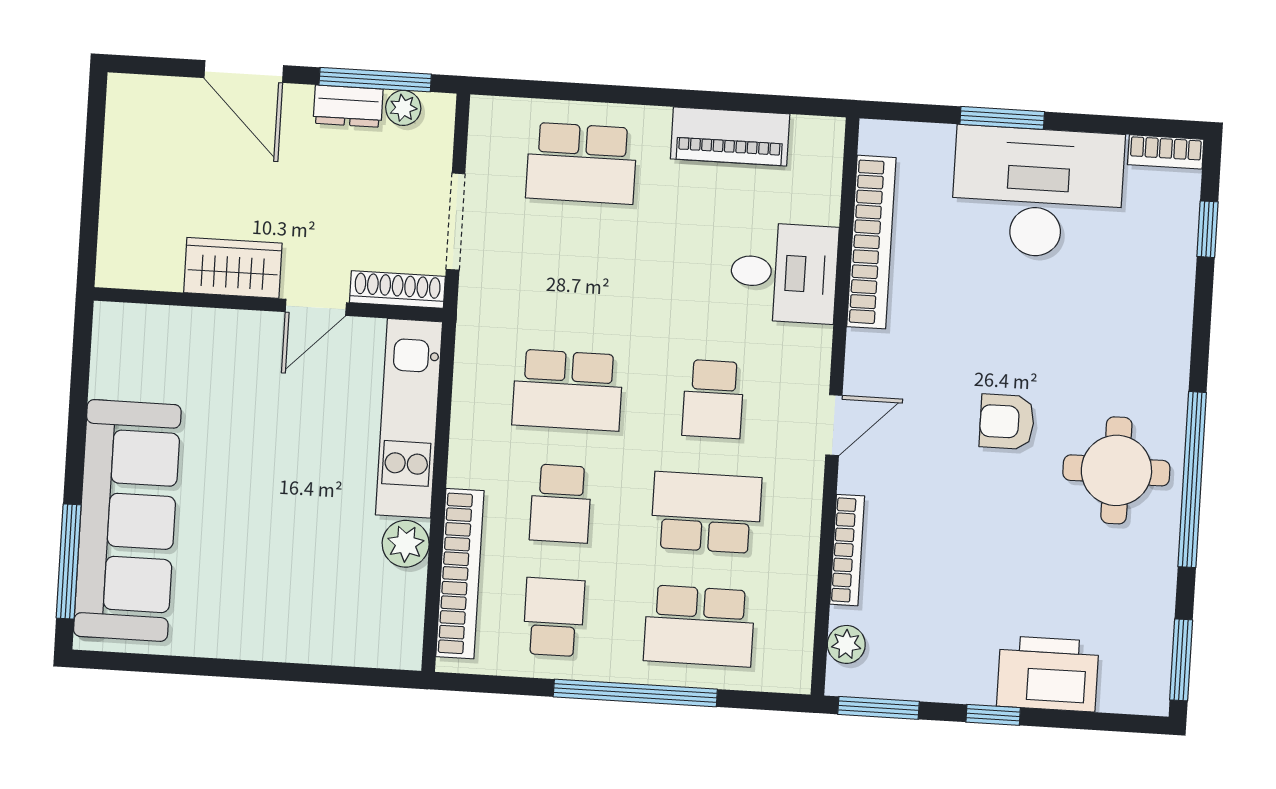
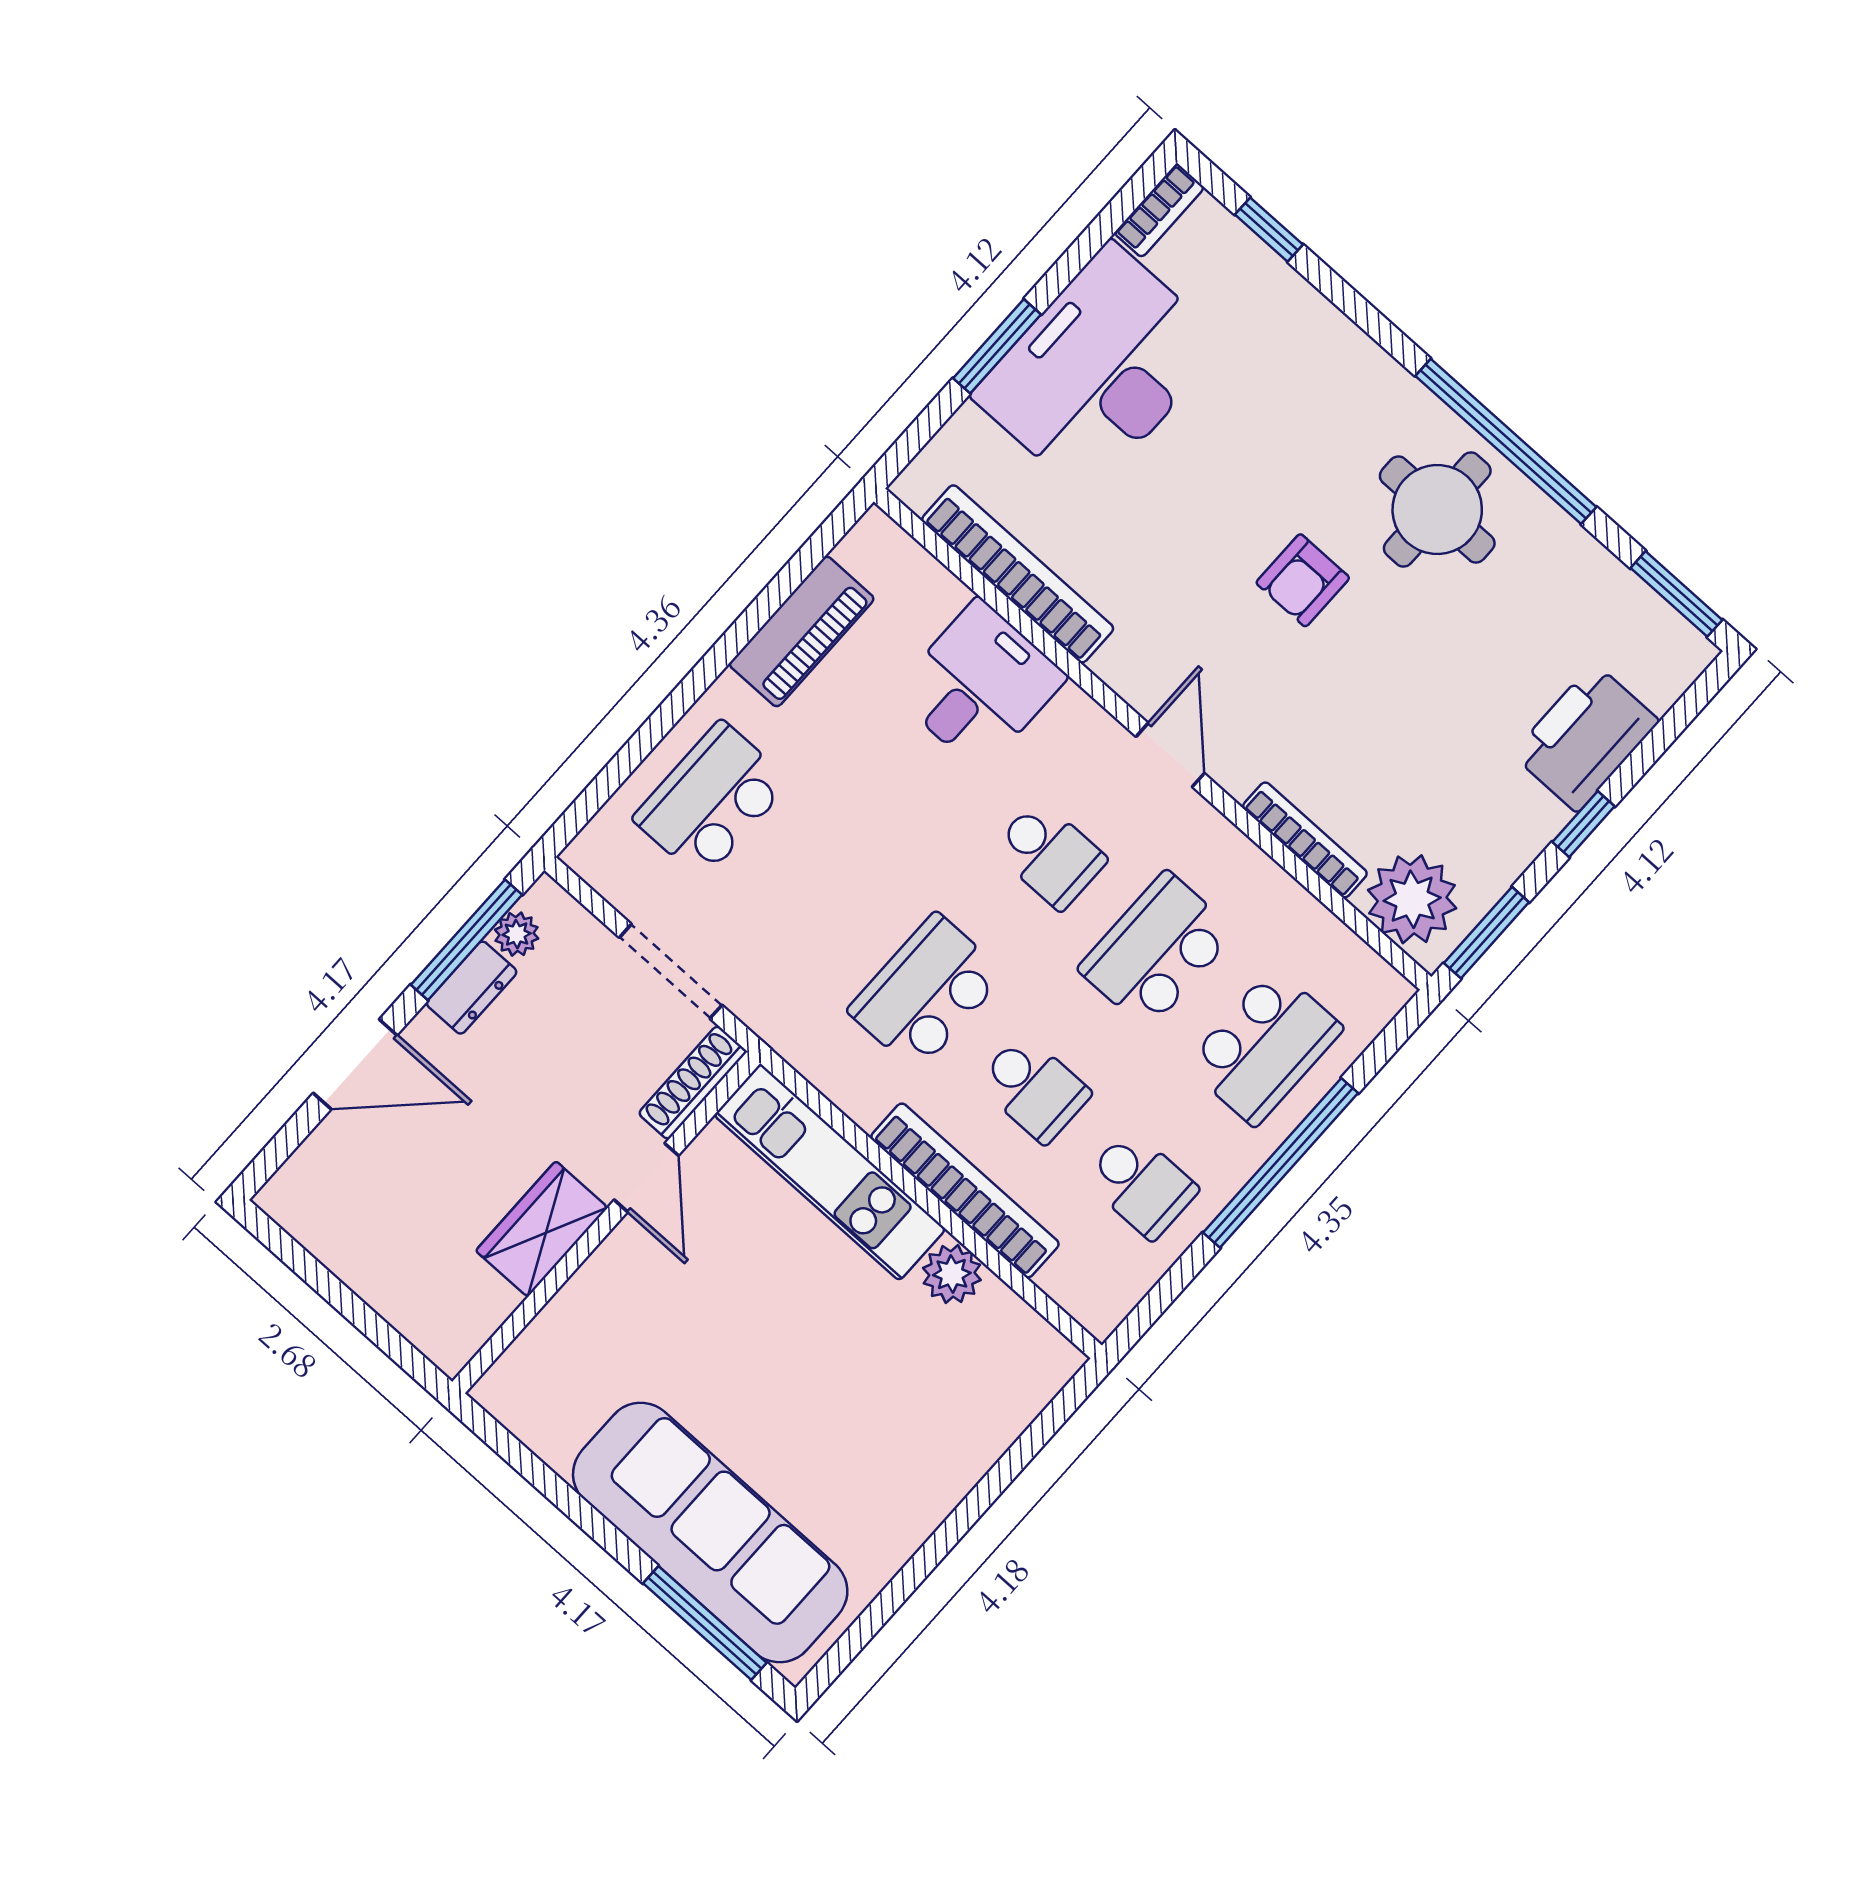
school desk: (581, 163) -> (712, 800), turned 180
school desk: (568, 390) -> (926, 992), turned 180
bookcase: (460, 574) -> (965, 1190), moved
school desk: (554, 617) -> (1141, 1184), turned 180
plant: (846, 644) -> (1412, 899), width x1.87, depth x1.87

